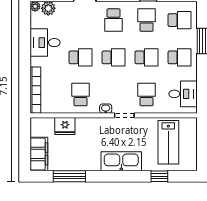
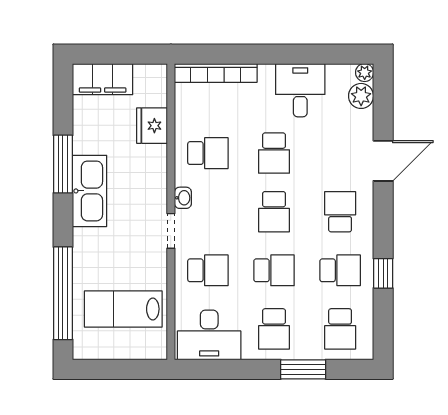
school desk: (114, 20) -> (340, 212), turned 90
school desk: (147, 57) -> (274, 270), turned -90
desk: (183, 94) -> (209, 335), width x1.37
kitchen sink: (121, 161) -> (90, 191), moved
window: (69, 176) -> (63, 164), moved
window: (159, 176) -> (63, 293), width x3.17

